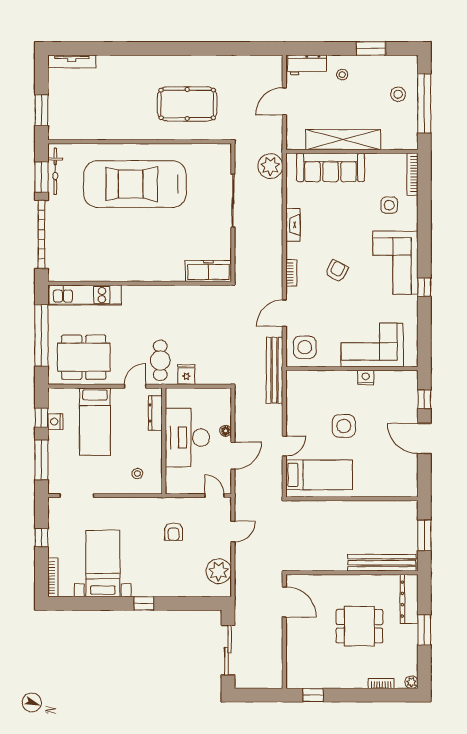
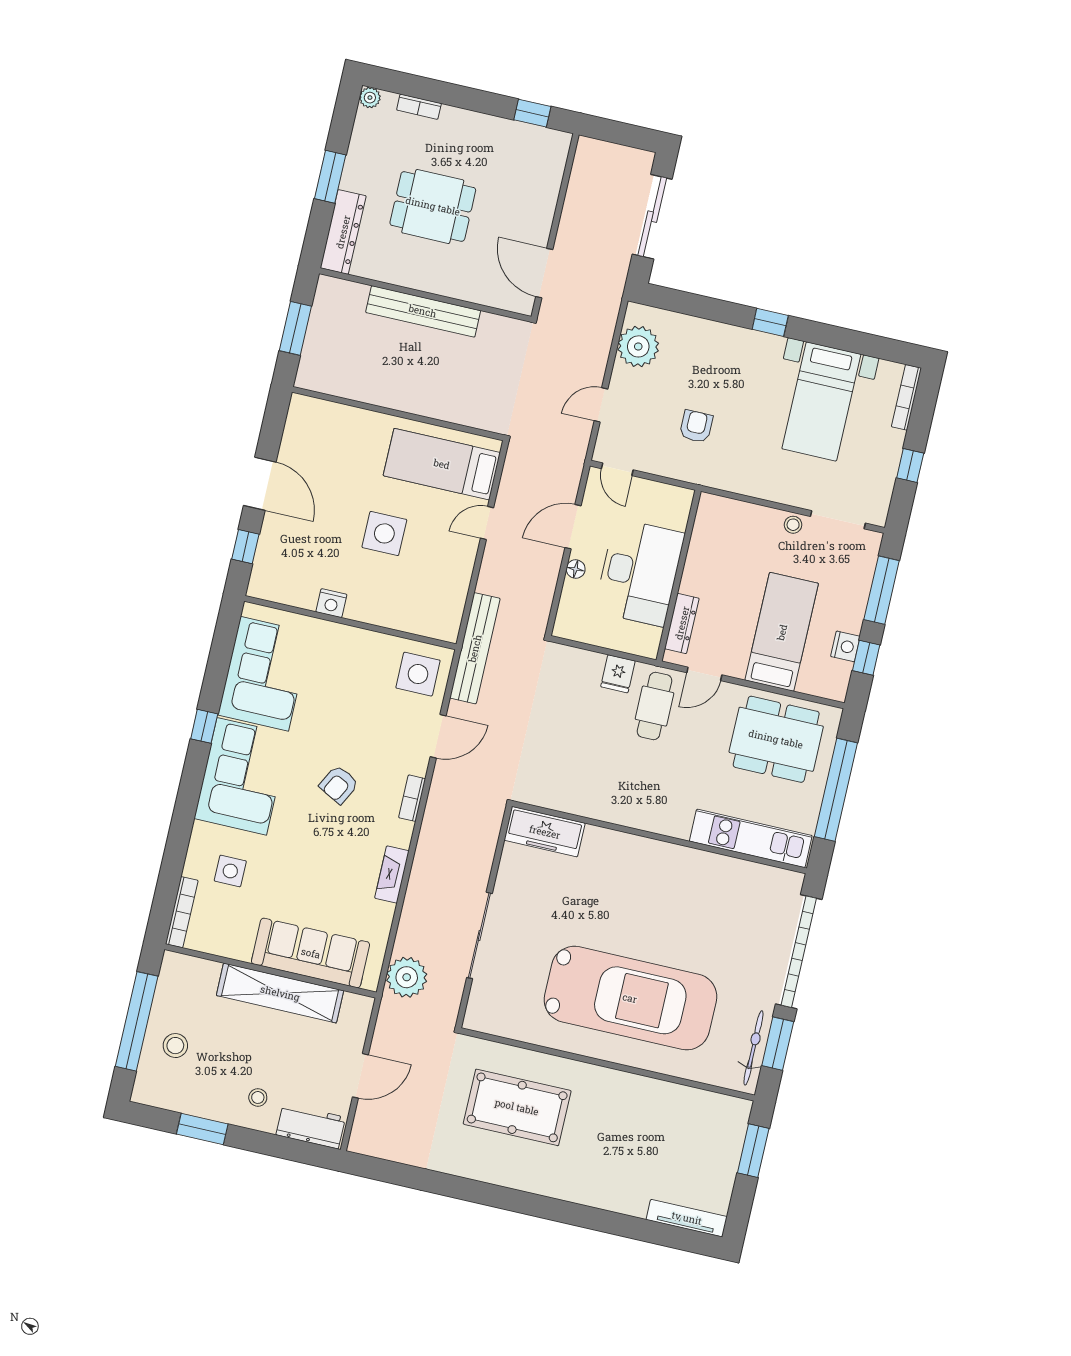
corner sofa: (372, 345) -> (264, 674), moved, turned -90
stool: (137, 474) -> (793, 525), moved
bench: (382, 563) -> (423, 311), moved

